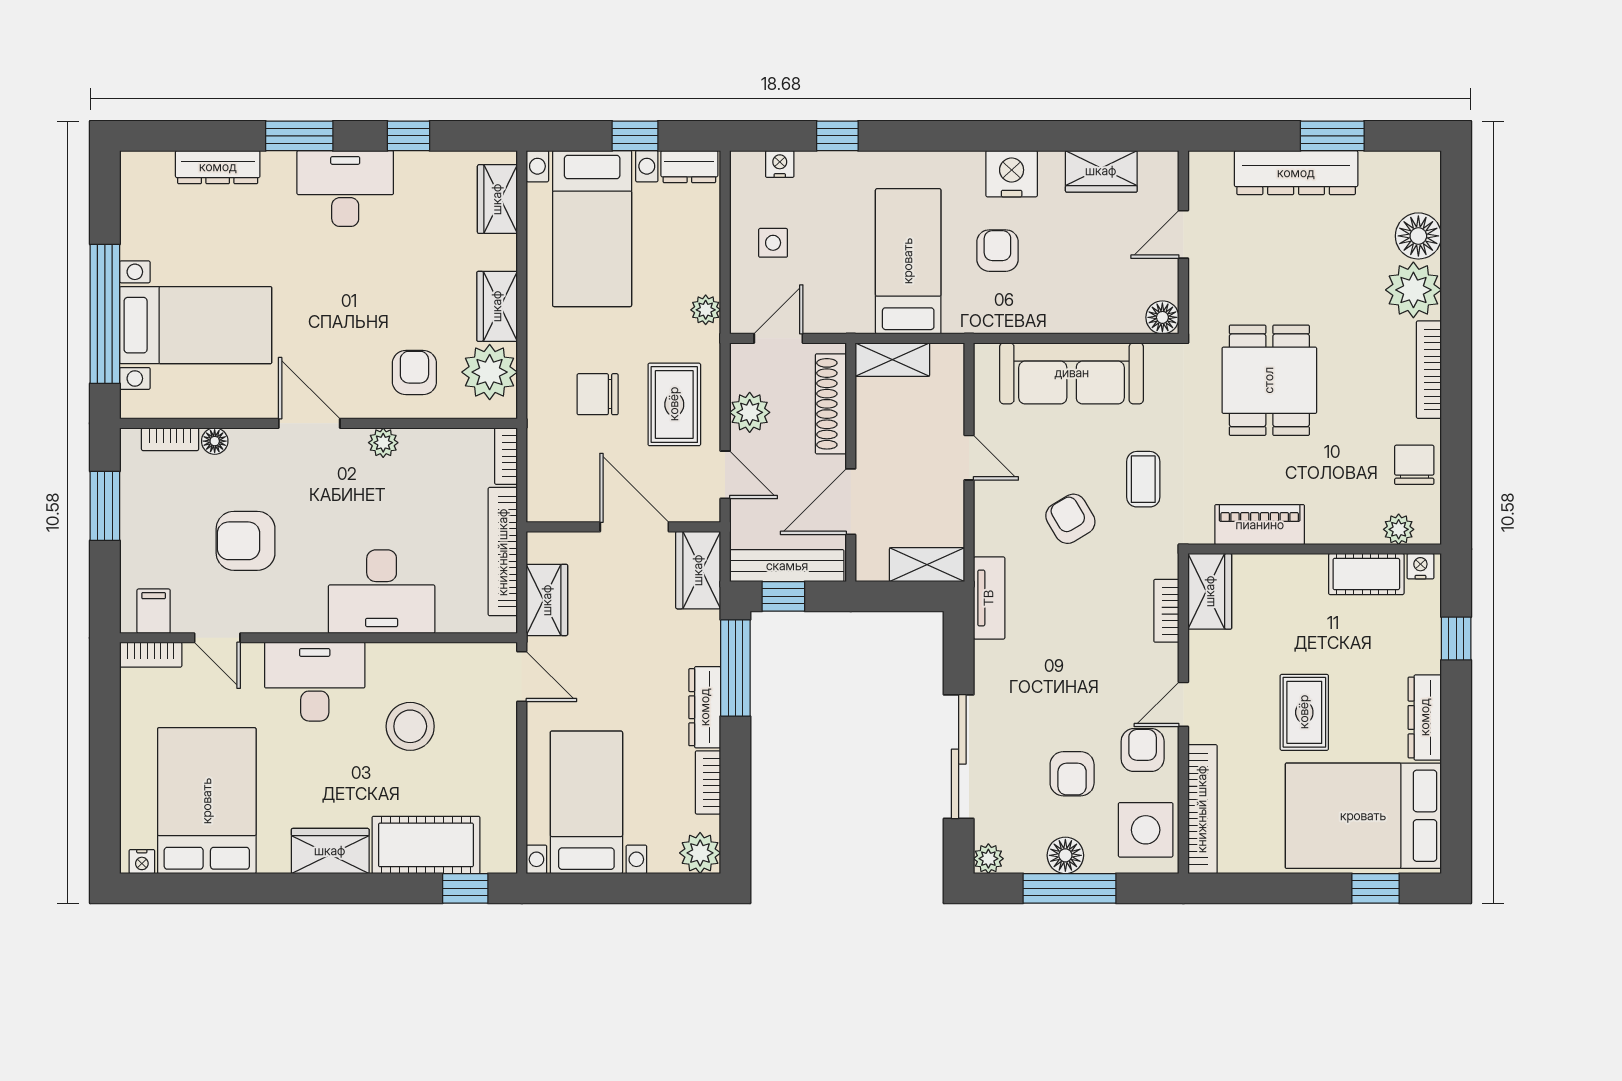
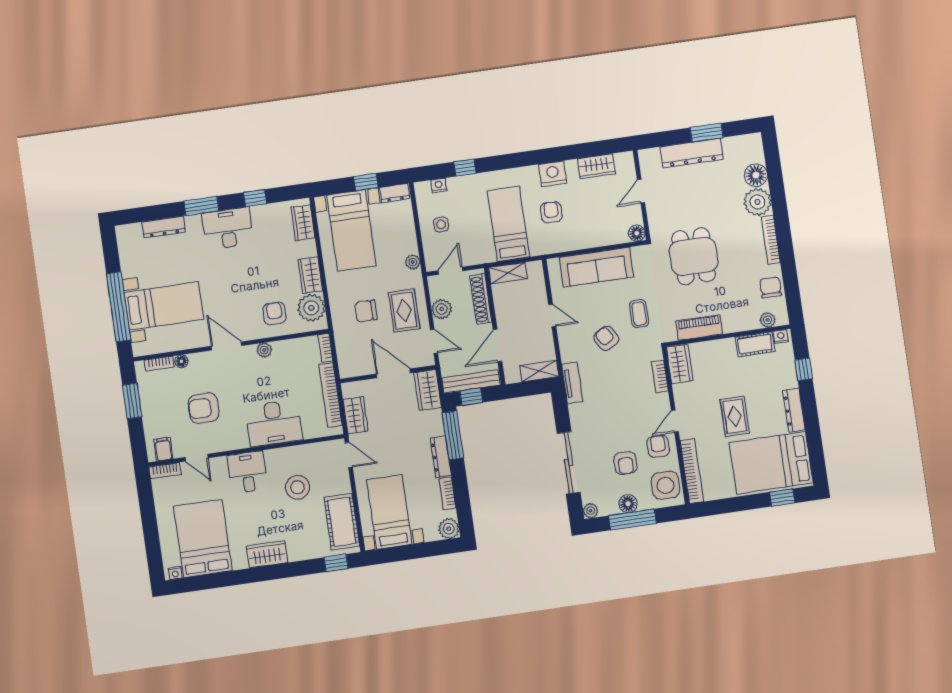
desk: (315, 682) -> (247, 472), width x0.73
cot: (426, 845) -> (342, 522), moved, turned 90

